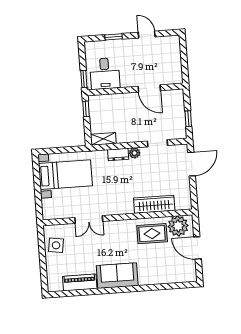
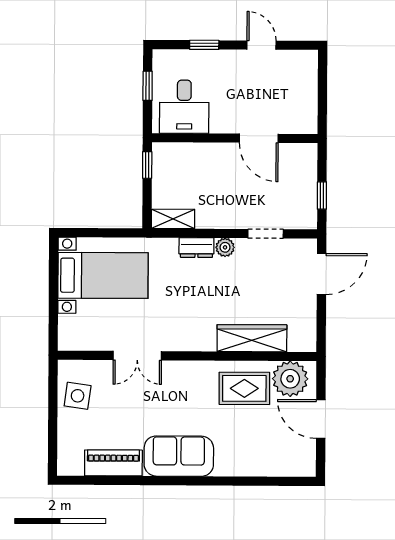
window: (84, 79) -> (148, 86), moved

